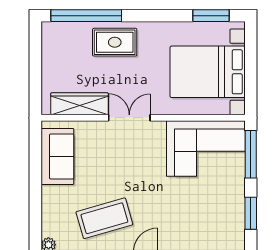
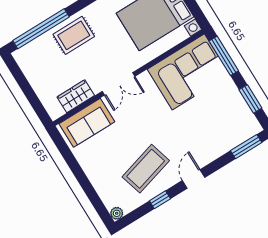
wardrobe: (79, 104) -> (76, 96), width x0.67
double door: (129, 118) -> (118, 84), swing flipped
sofa: (57, 156) -> (87, 123), moved, turned 90

